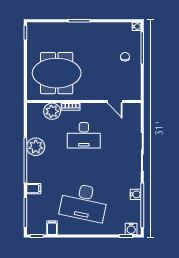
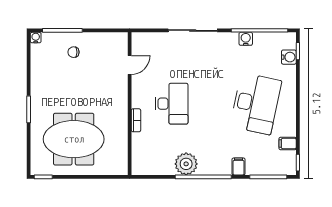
meeting table: (57, 73) -> (74, 139), moved, turned 90
plant: (52, 111) -> (142, 143), removed
water cooler: (131, 229) -> (289, 57), moved

